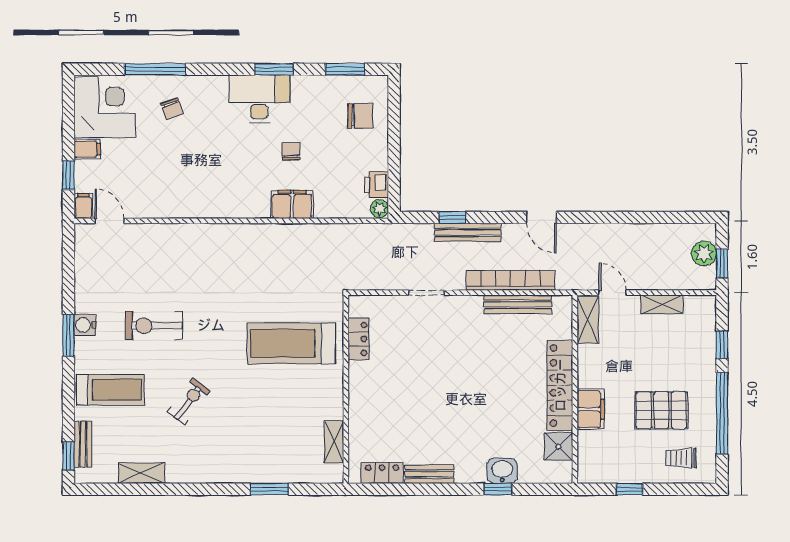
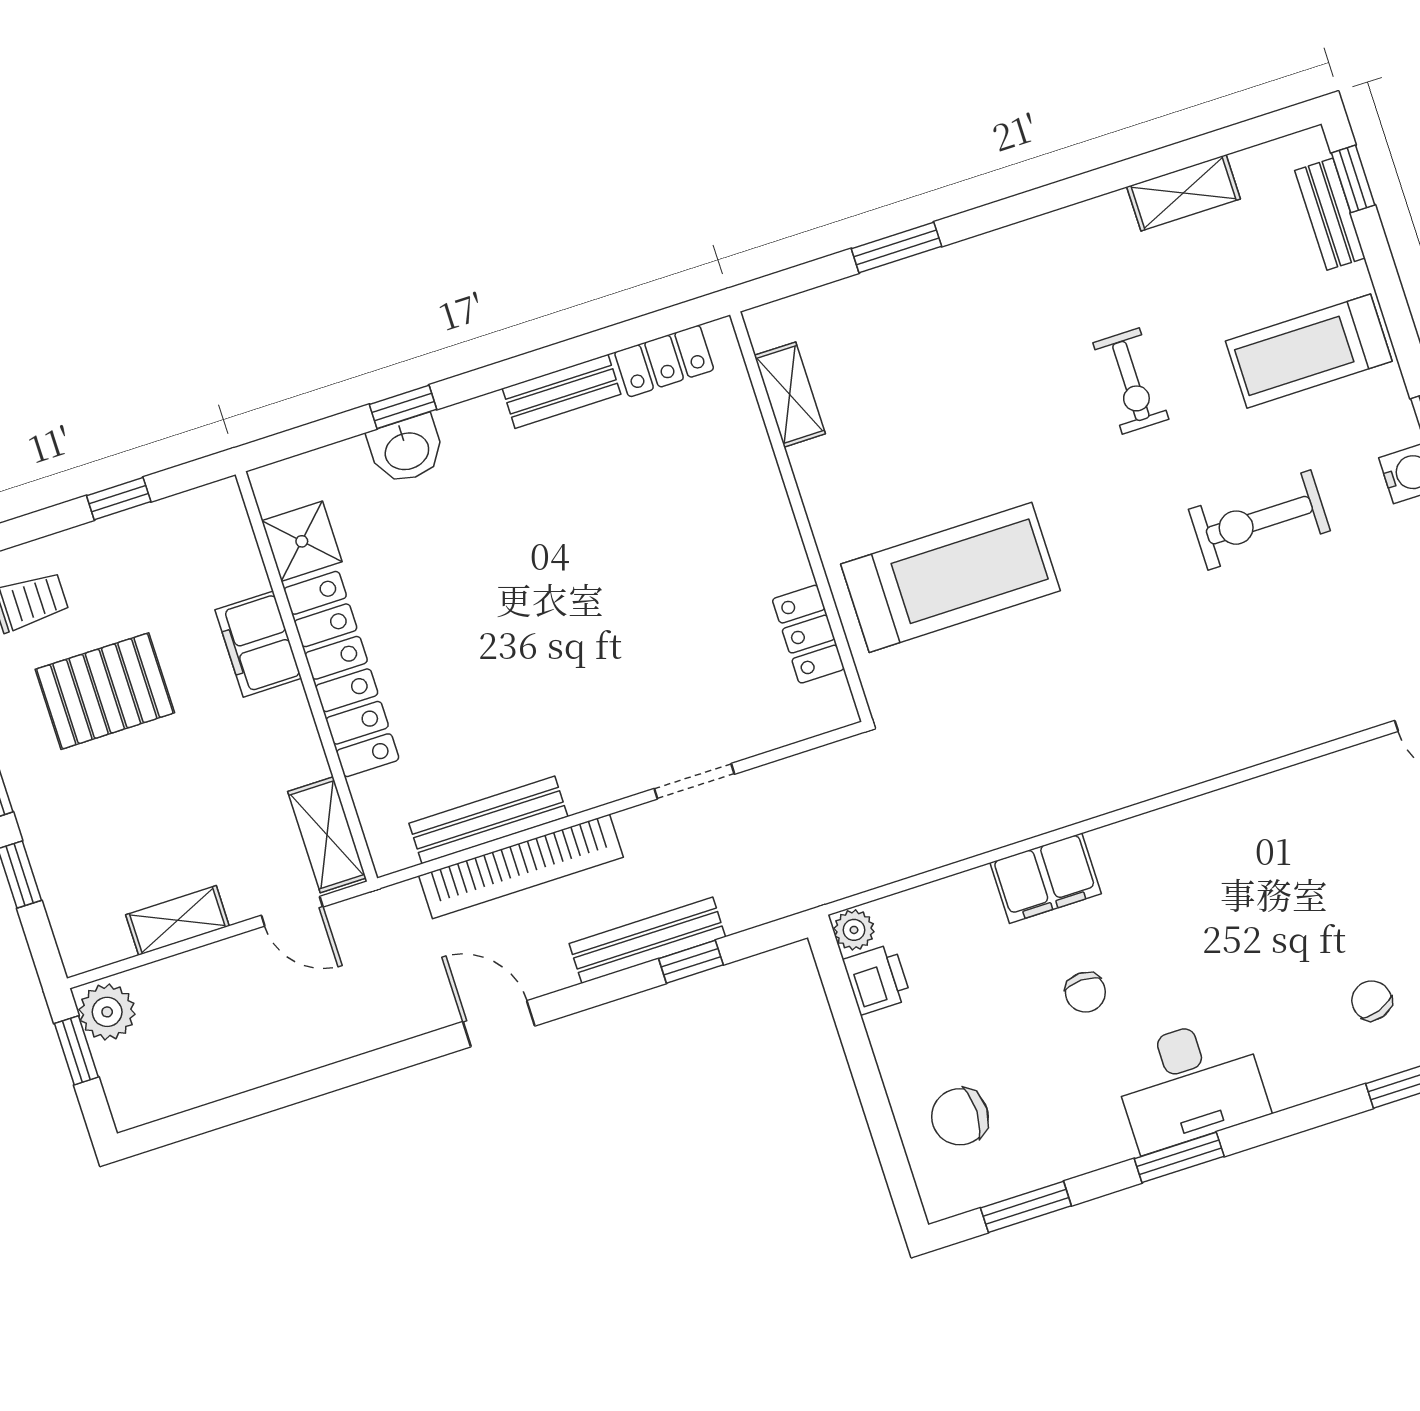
plant: (704, 254) -> (107, 1012), moved
exercise bike: (154, 326) -> (1259, 520), turned 180
exercise bike: (189, 401) -> (1131, 381), turned -37

